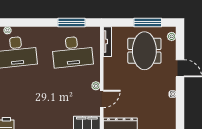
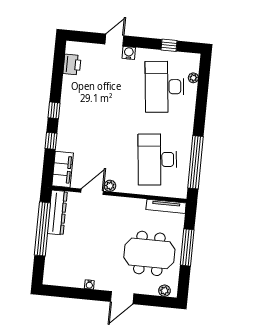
window: (72, 22) -> (196, 162), width x1.46
window: (148, 22) -> (187, 247), moved
door: (102, 99) -> (92, 192), swing flipped

